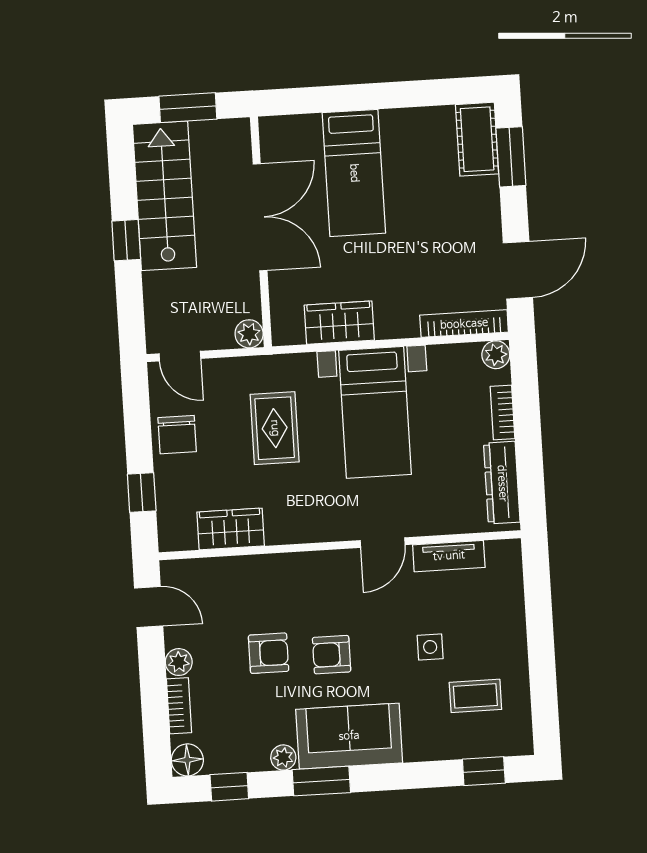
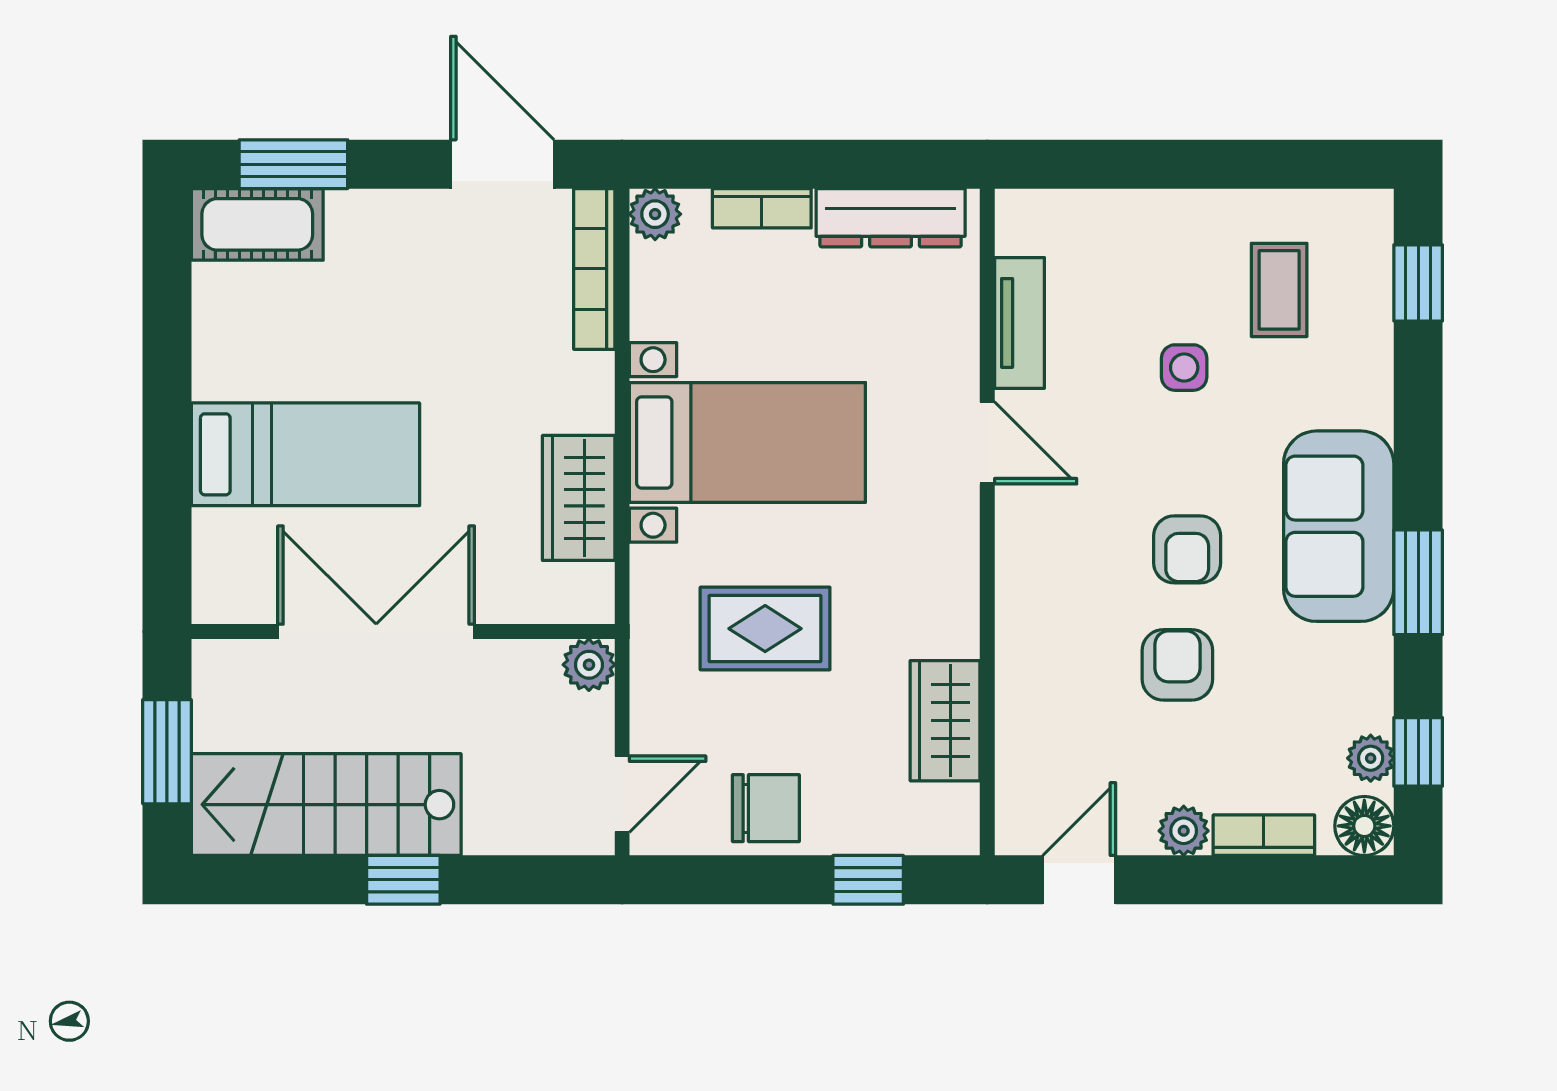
plant: (283, 758) -> (1371, 758), moved

